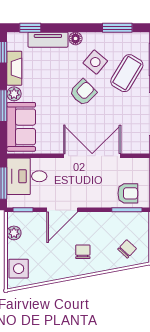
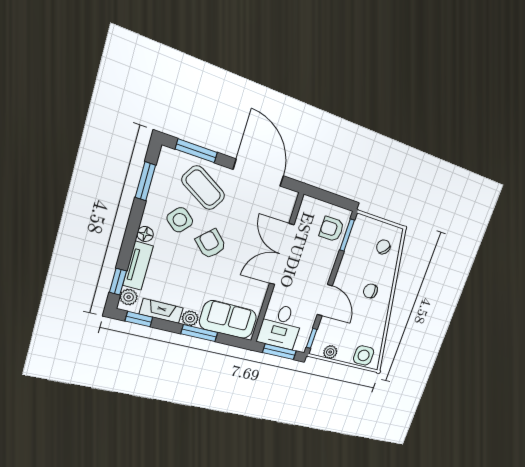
plant: (20, 39) -> (129, 297), added
armchair: (128, 193) -> (332, 229), turned -90

